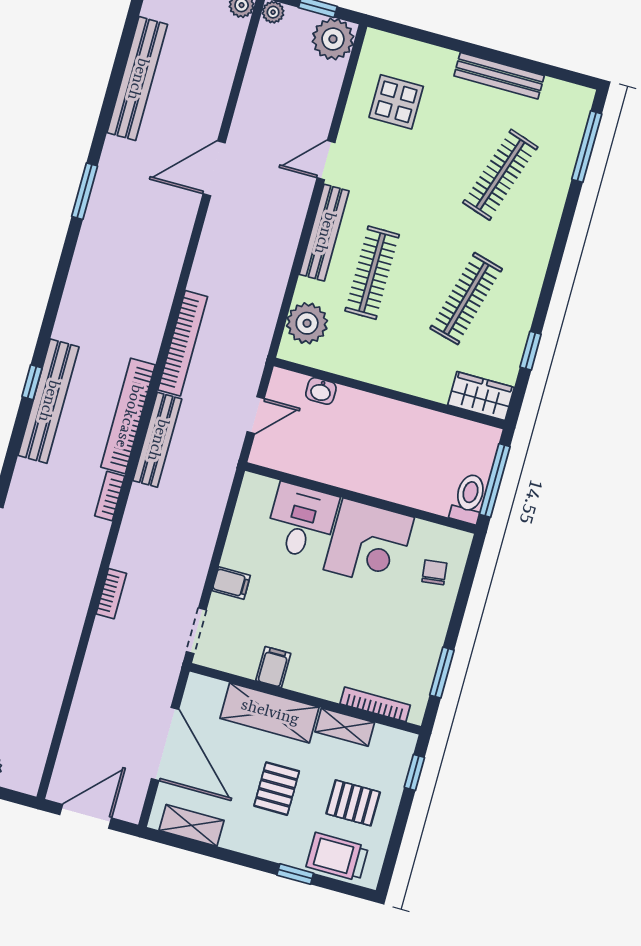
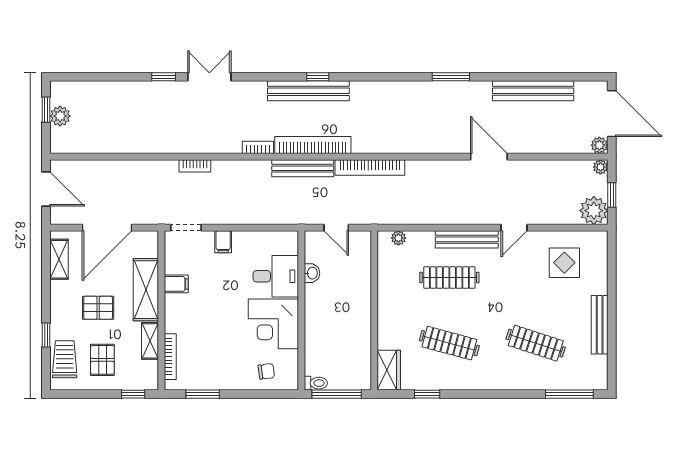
door: (326, 160) -> (514, 228), swing flipped
plant: (307, 323) -> (398, 238), width x0.53, depth x0.53
washbasin: (321, 391) -> (312, 273), moved, turned 180
toilet: (469, 499) -> (316, 383), width x0.73, depth x0.72

